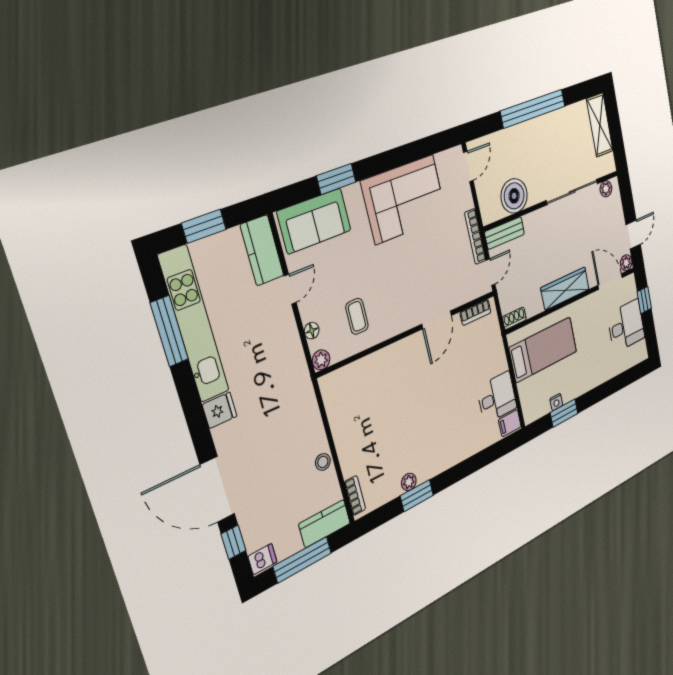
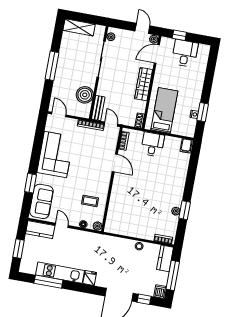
window: (533, 109) -> (52, 66), width x0.68
kitchen unit: (194, 324) -> (60, 273), width x0.73
desk: (497, 397) -> (153, 144), moved

